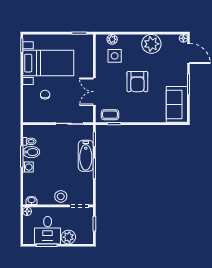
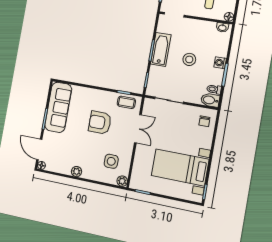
plant: (112, 39) -> (122, 181), moved
plant: (151, 44) -> (76, 172), width x0.53, depth x0.53
armchair: (137, 82) -> (100, 123), moved, turned -90
chair: (45, 95) -> (204, 121), moved
sofa: (177, 104) -> (58, 107), width x1.36
bidet: (31, 152) -> (210, 100), moved
bathtub: (86, 156) -> (161, 50), moved
stool: (61, 196) -> (189, 59), moved

